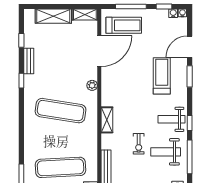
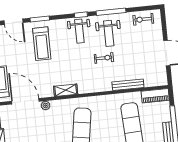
treadmill: (162, 76) -> (42, 44), turned -90
plant: (92, 85) -> (46, 106), moved
shelving: (107, 120) -> (66, 90), moved

